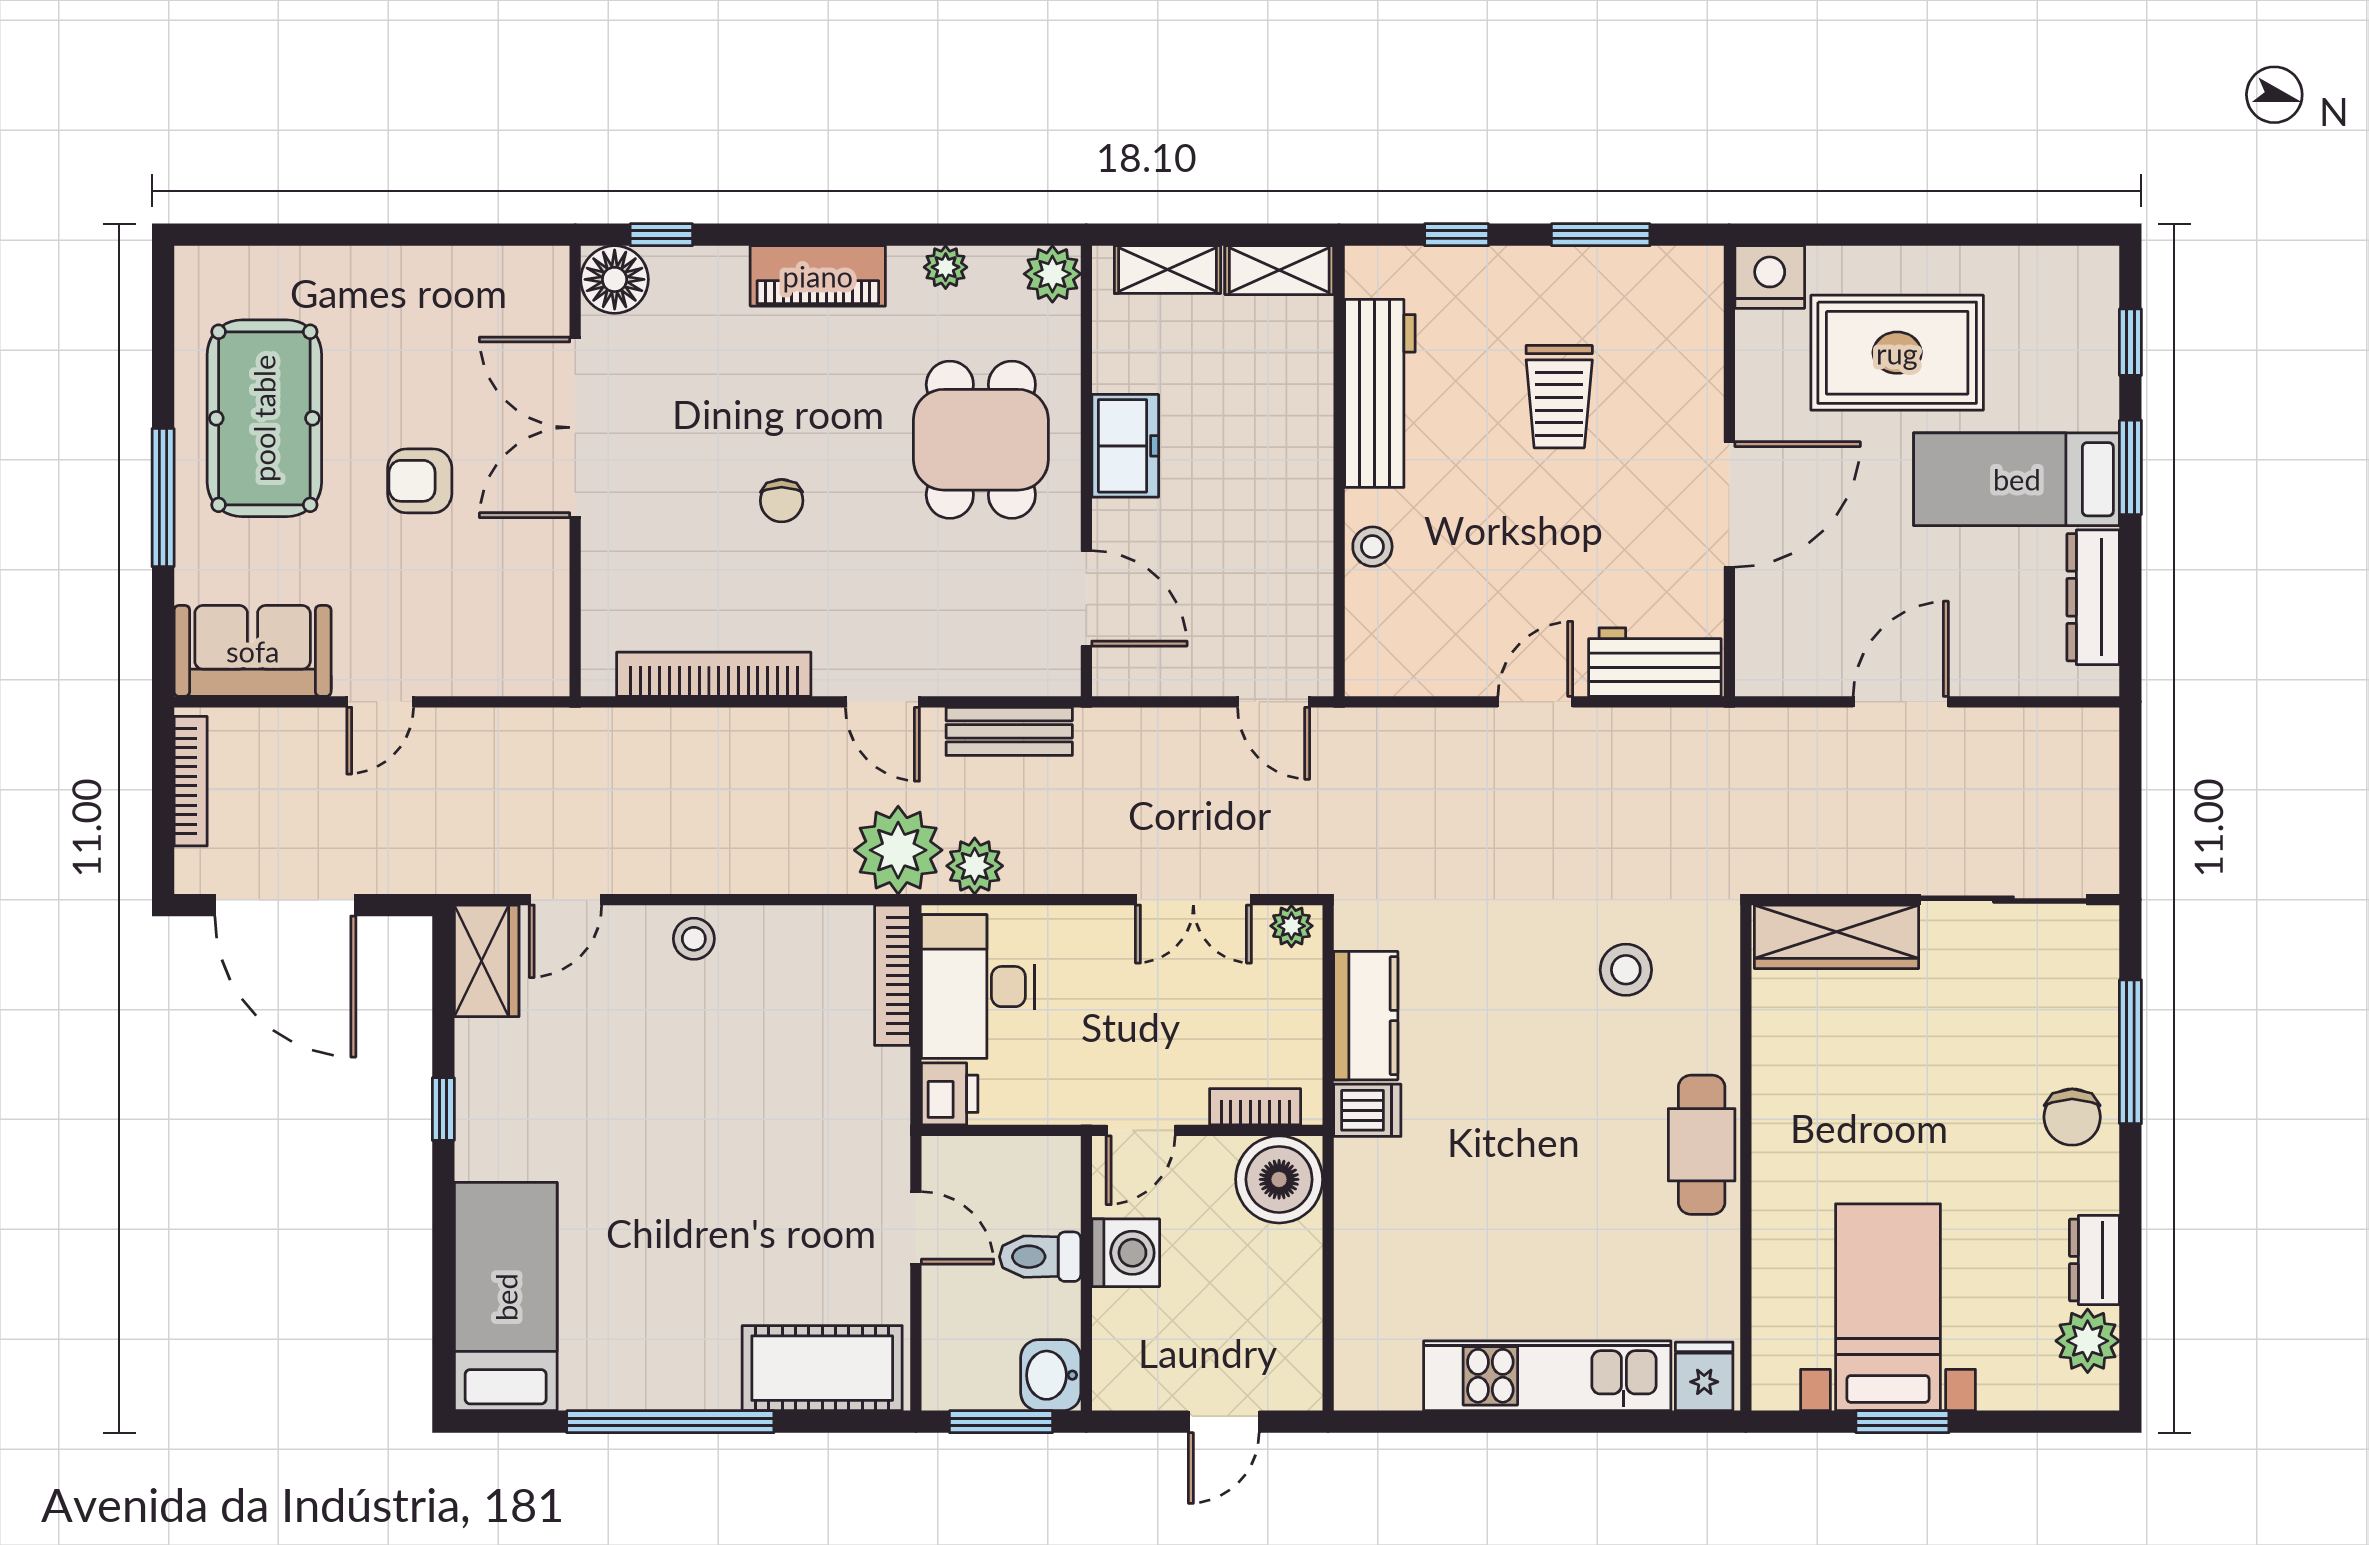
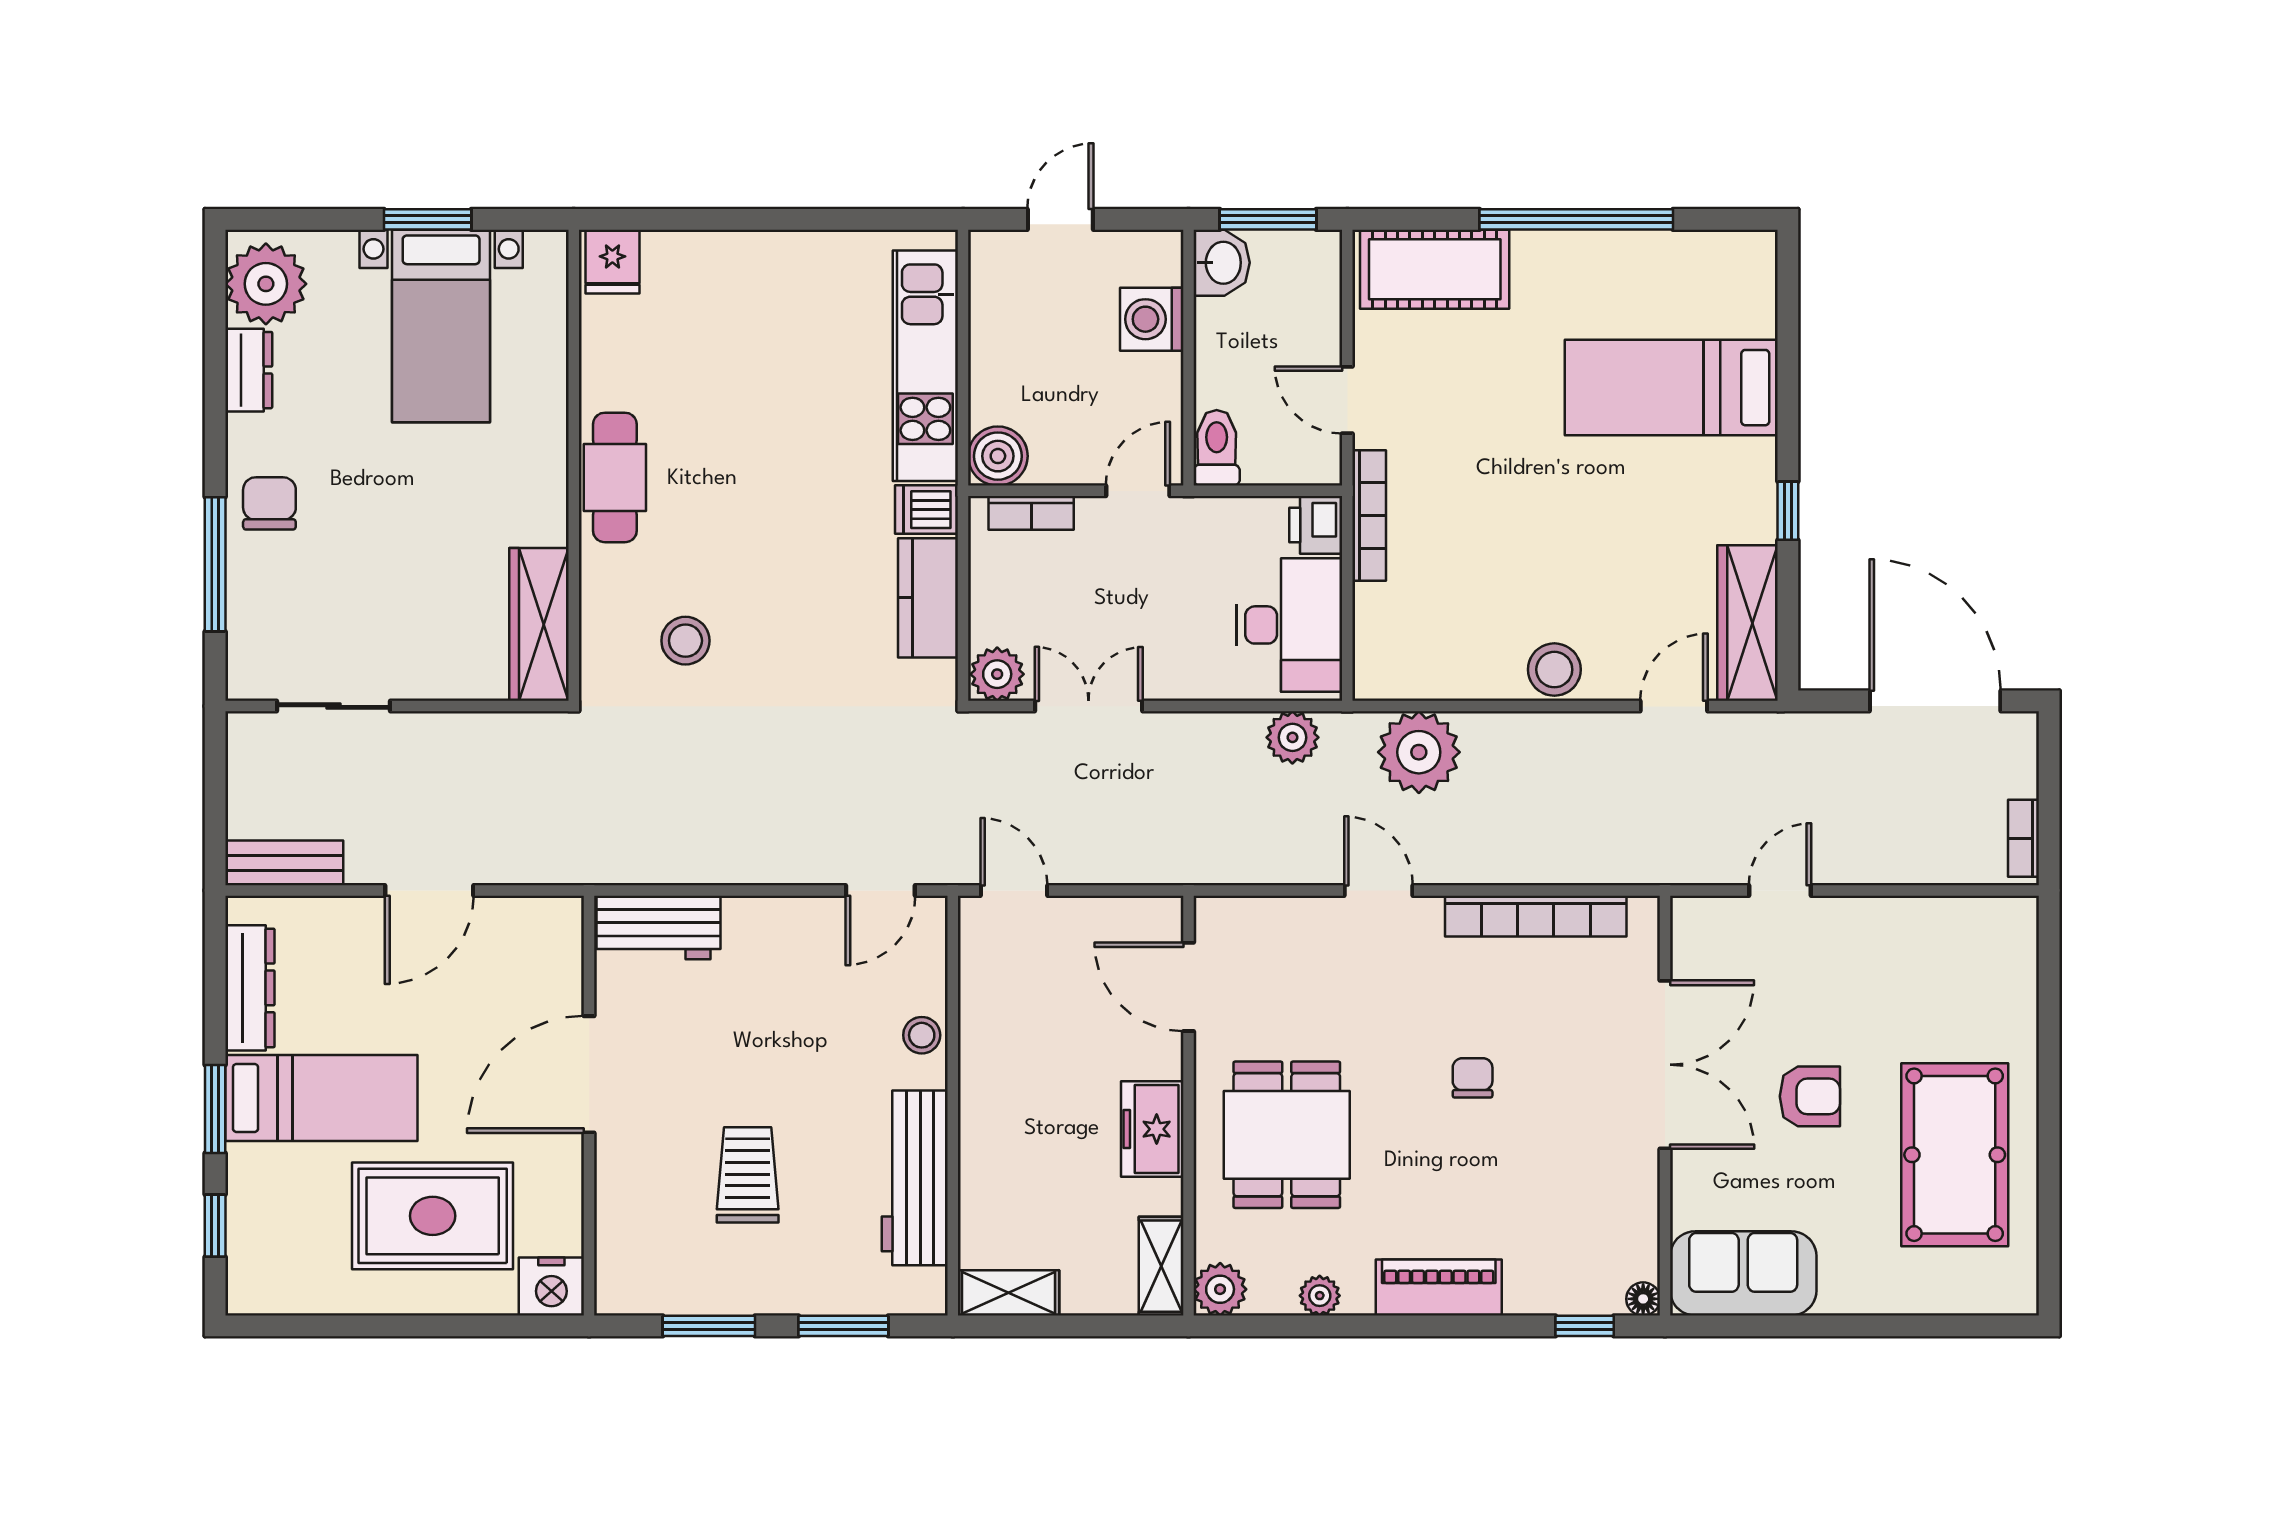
window: (1457, 235) -> (843, 1326), width x1.50
shelving: (1167, 270) -> (1161, 1266), moved, turned 90
floor lamp: (615, 279) -> (1643, 1299), width x0.53, depth x0.53
double door: (575, 427) -> (1665, 1065), moved
window: (163, 498) -> (2049, 1081), removed
sofa: (253, 651) -> (1743, 1273), moved, turned 180
door: (380, 702) -> (1780, 890), moved
door: (1535, 702) -> (880, 890), moved
bench: (1009, 731) -> (284, 863), moved
bookcase: (191, 781) -> (2023, 838), width x0.64
plant: (898, 850) -> (1419, 752), moved
sliding door: (2003, 900) -> (334, 706), width x0.73
plant: (1291, 926) -> (997, 674), width x1.38, depth x1.38
wardrobe: (1837, 937) -> (539, 624), moved, turned -90
stool: (694, 939) -> (1554, 670), width x1.37, depth x1.37
wardrobe: (487, 961) -> (1748, 623), width x1.50
bookcase: (892, 975) -> (1369, 515), moved
boiler: (1279, 1179) -> (998, 456), width x0.73, depth x0.73
washing machine: (1126, 1253) -> (1152, 319), moved
toilet: (1040, 1257) -> (1217, 448), moved, turned -90
bed: (506, 1297) -> (1671, 388), moved, turned 90
plant: (2088, 1341) -> (266, 284), width x1.36, depth x1.36
kitchen unit: (1547, 1376) -> (925, 366), moved, turned 90

